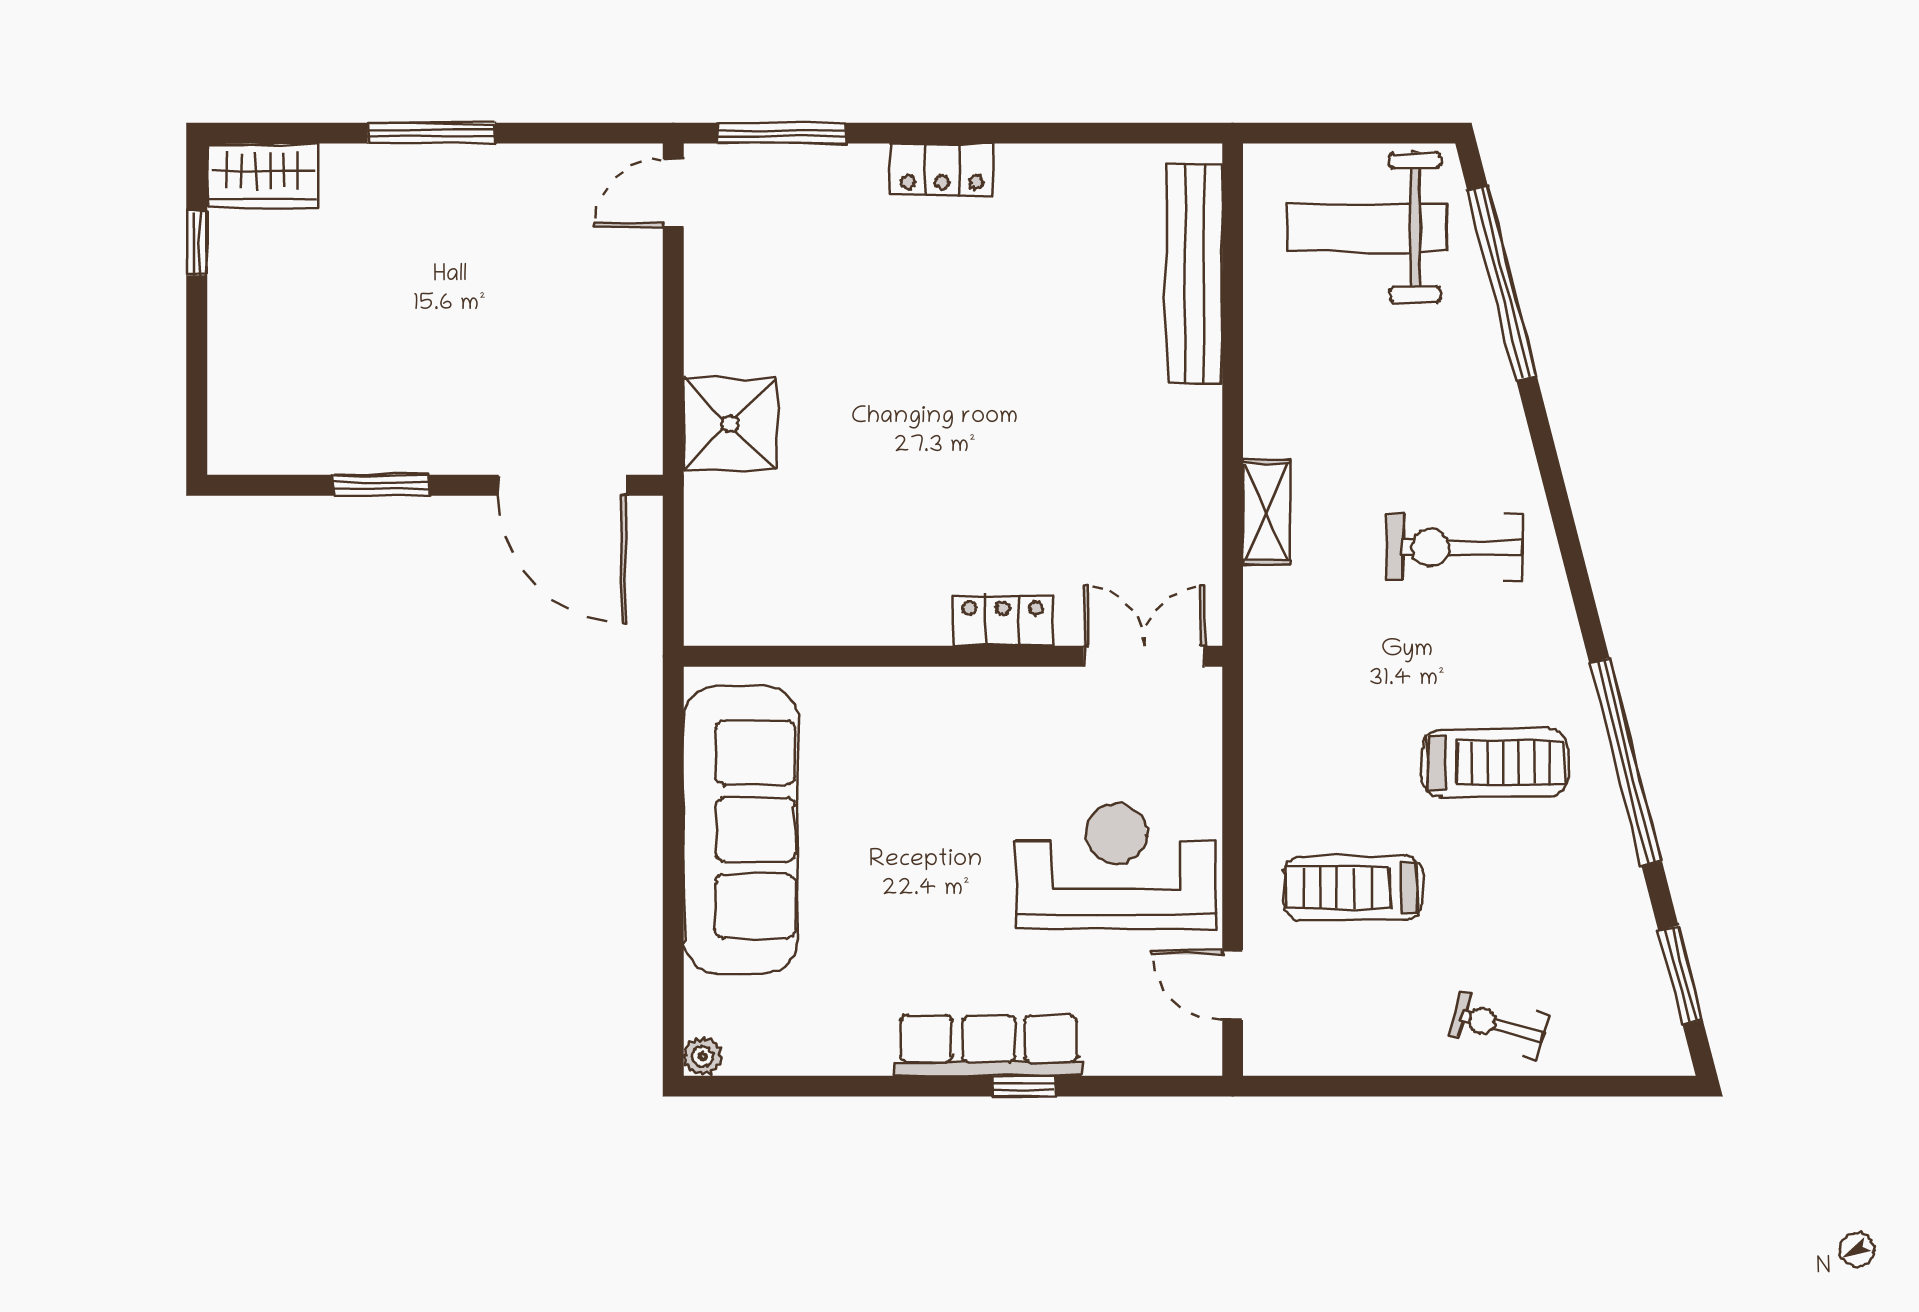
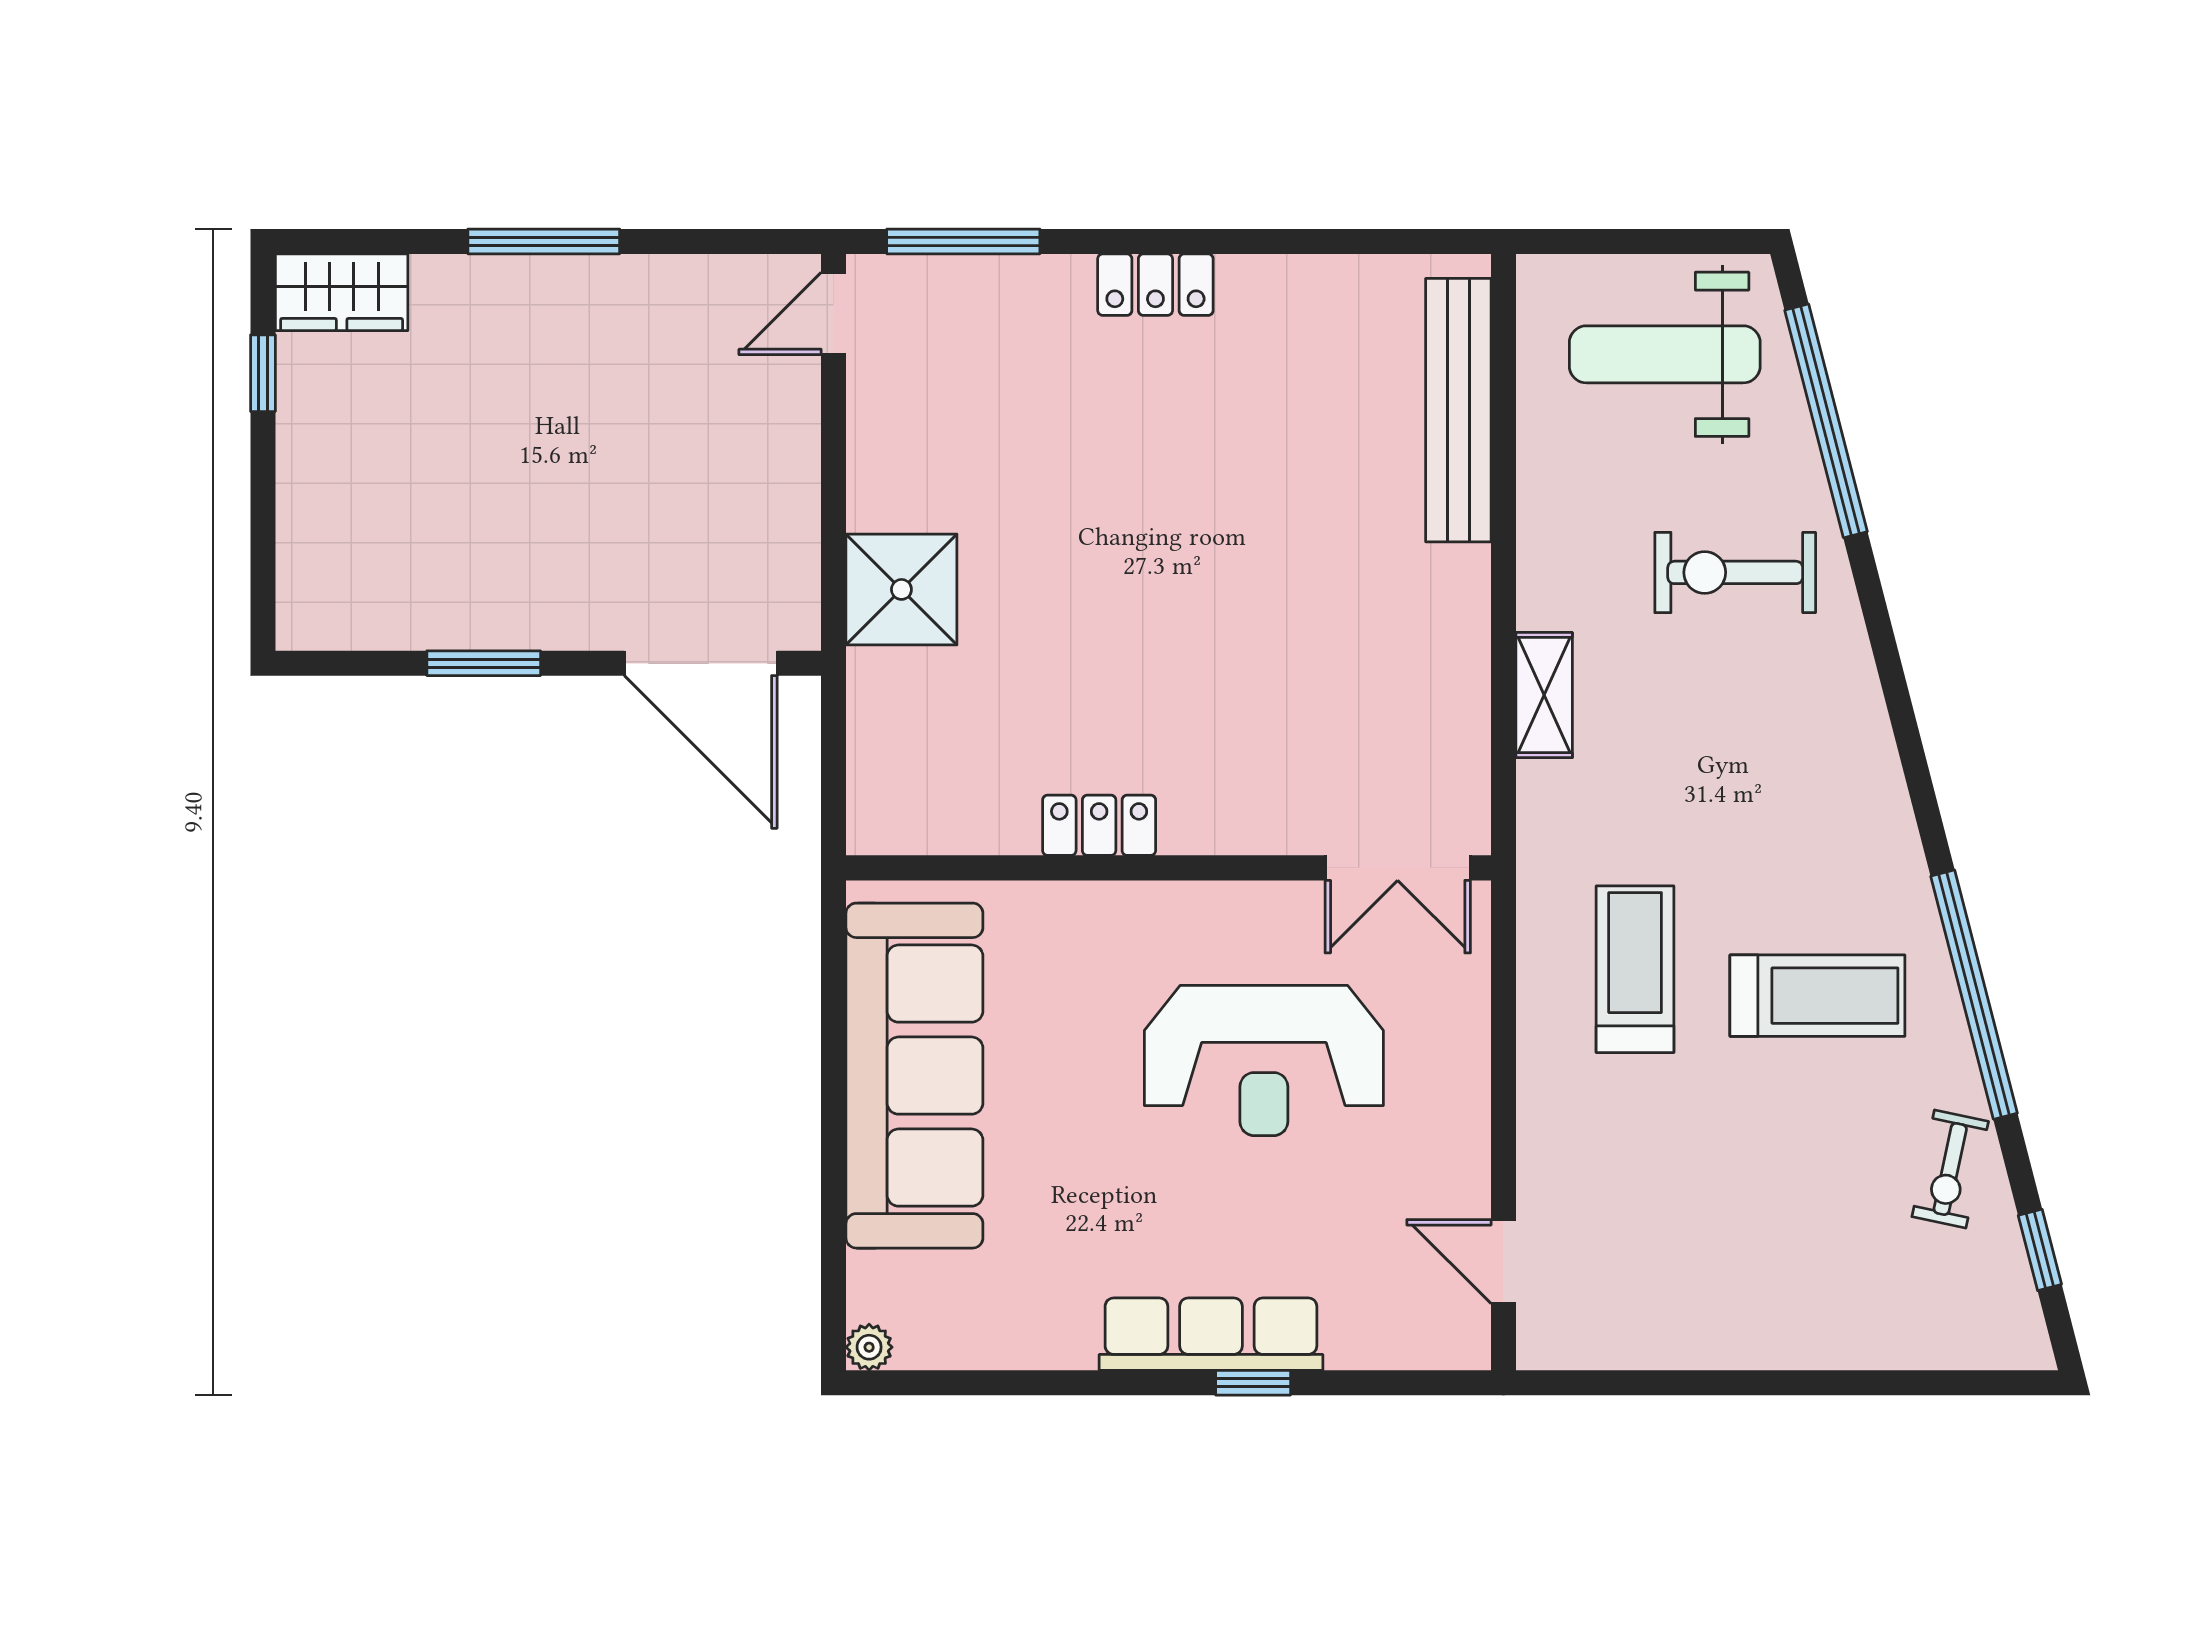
exercise bike: (1454, 547) -> (1735, 572), moved
locker: (1003, 621) -> (1099, 825), moved
double door: (1144, 656) -> (1398, 868), swing flipped
reception desk: (1116, 866) -> (1264, 1060), moved, turned 180
treadmill: (1353, 888) -> (1635, 969), moved, turned 90
window: (1681, 975) -> (2040, 1250), width x0.67
exercise bike: (1498, 1025) -> (1950, 1169), moved, turned -94

